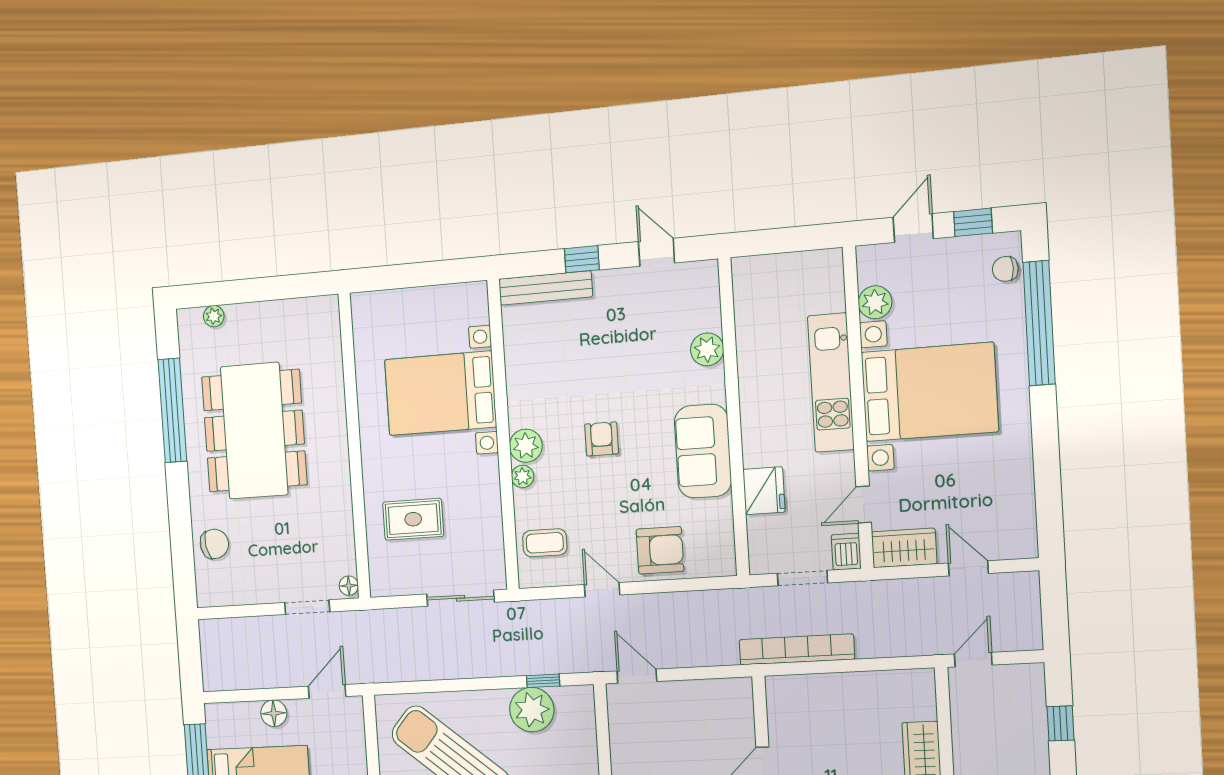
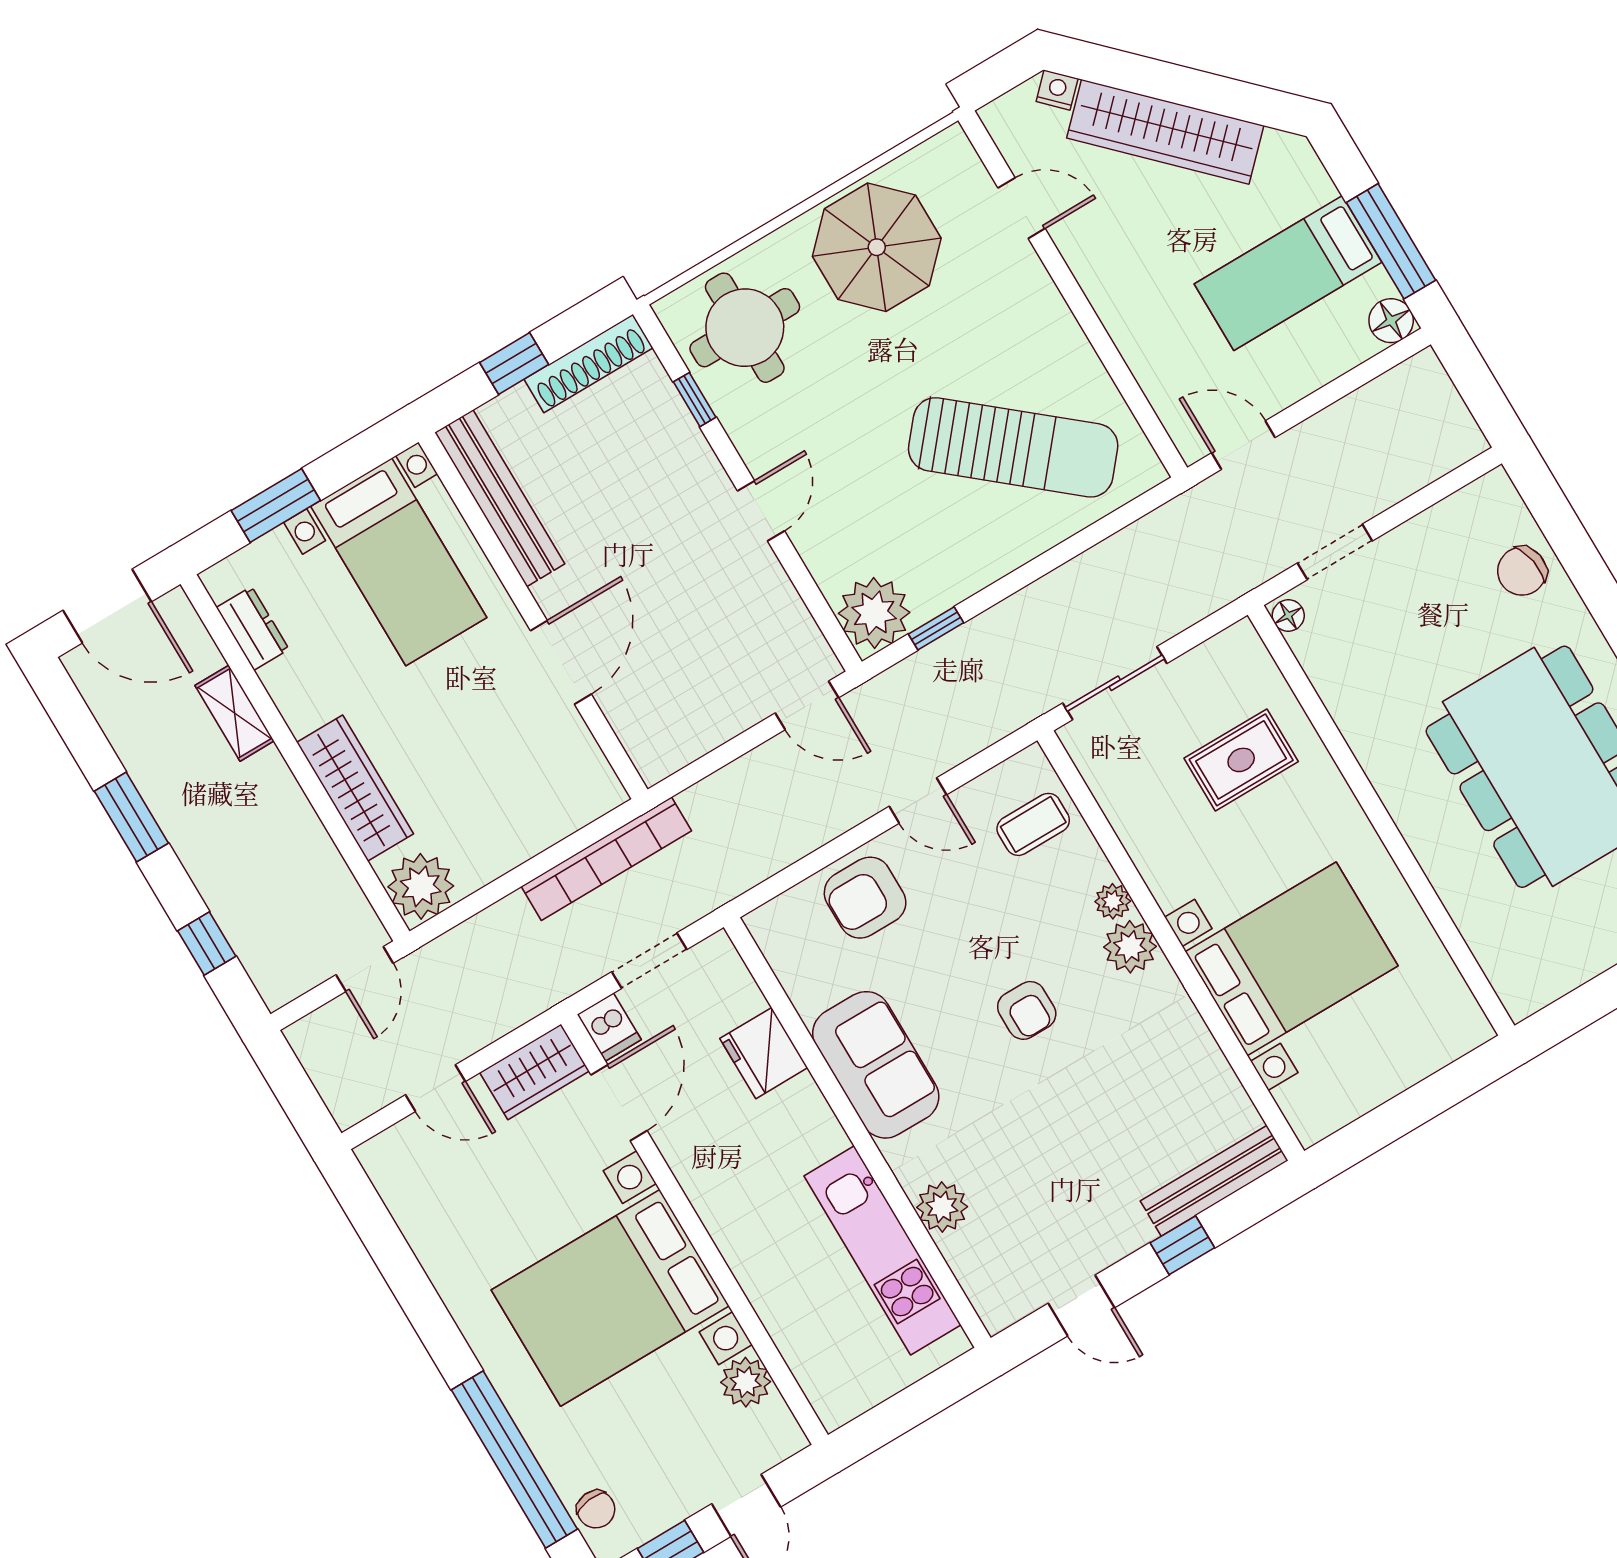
chair: (1005, 269) -> (596, 1509), turned 84
kitchen unit: (831, 383) -> (883, 1250), moved, turned 180
door: (864, 505) -> (619, 1103), width x1.38
plant: (914, 690) -> (421, 886), added
door: (327, 691) -> (1243, 445), swing flipped
plant: (532, 710) -> (874, 613), moved
floor lamp: (274, 713) -> (1391, 321), moved

